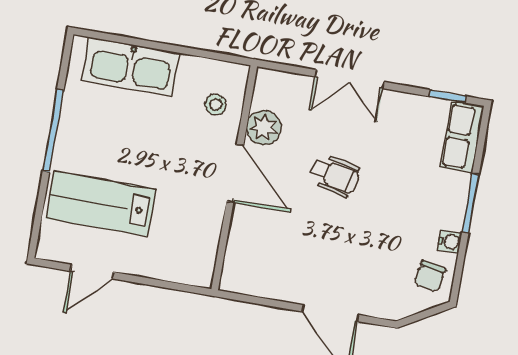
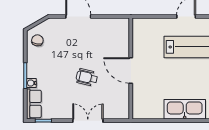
stool: (216, 105) -> (145, 99), removed
plant: (264, 128) -> (122, 93), removed
water cooler: (450, 241) -> (31, 83), moved

